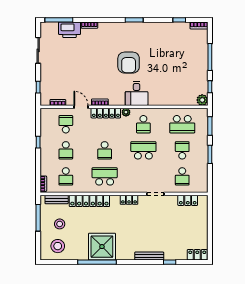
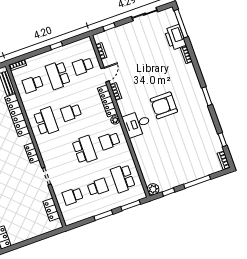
school desk: (66, 124) -> (83, 66), turned 180
school desk: (66, 150) -> (58, 75), width x1.85

